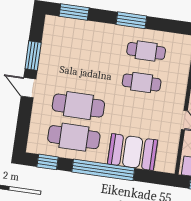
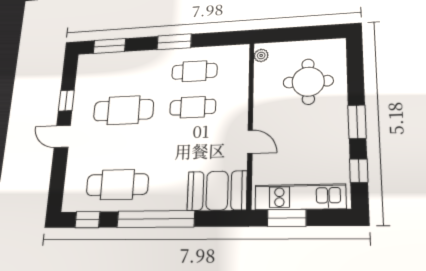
window: (33, 56) -> (66, 101), width x0.67
cafe table: (78, 106) -> (123, 110), moved
booth: (133, 152) -> (217, 191), moved

